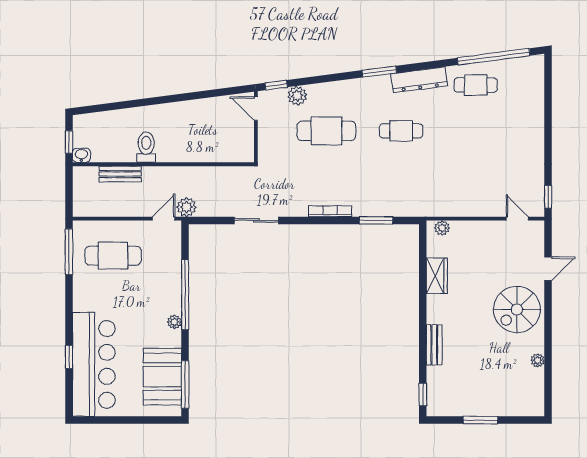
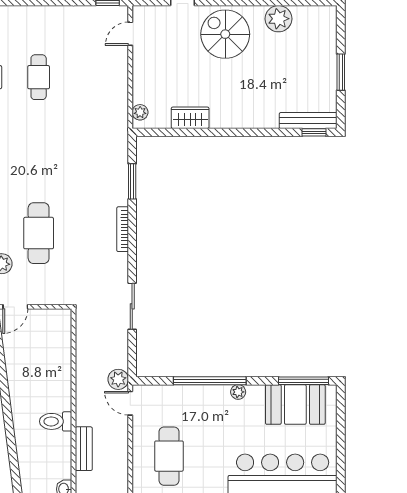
cafe table: (401, 131) -> (39, 77), moved
spiral stairs: (517, 309) -> (225, 34), turned 180
bench: (434, 345) -> (308, 121), moved, width x1.36
plant: (538, 360) -> (278, 19), width x1.87, depth x1.87

